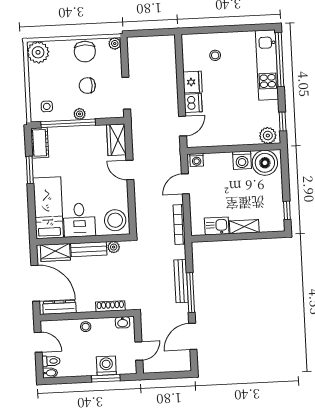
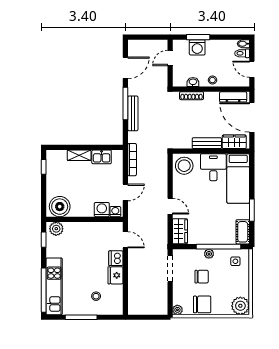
window: (232, 29) -> (81, 317), added
chair: (85, 52) -> (202, 304), turned 90
door: (183, 126) -> (125, 240), swing flipped
washing machine: (242, 160) -> (102, 210), moved
plant: (114, 247) -> (186, 144), removed
washbasin: (123, 322) -> (193, 82), moved

